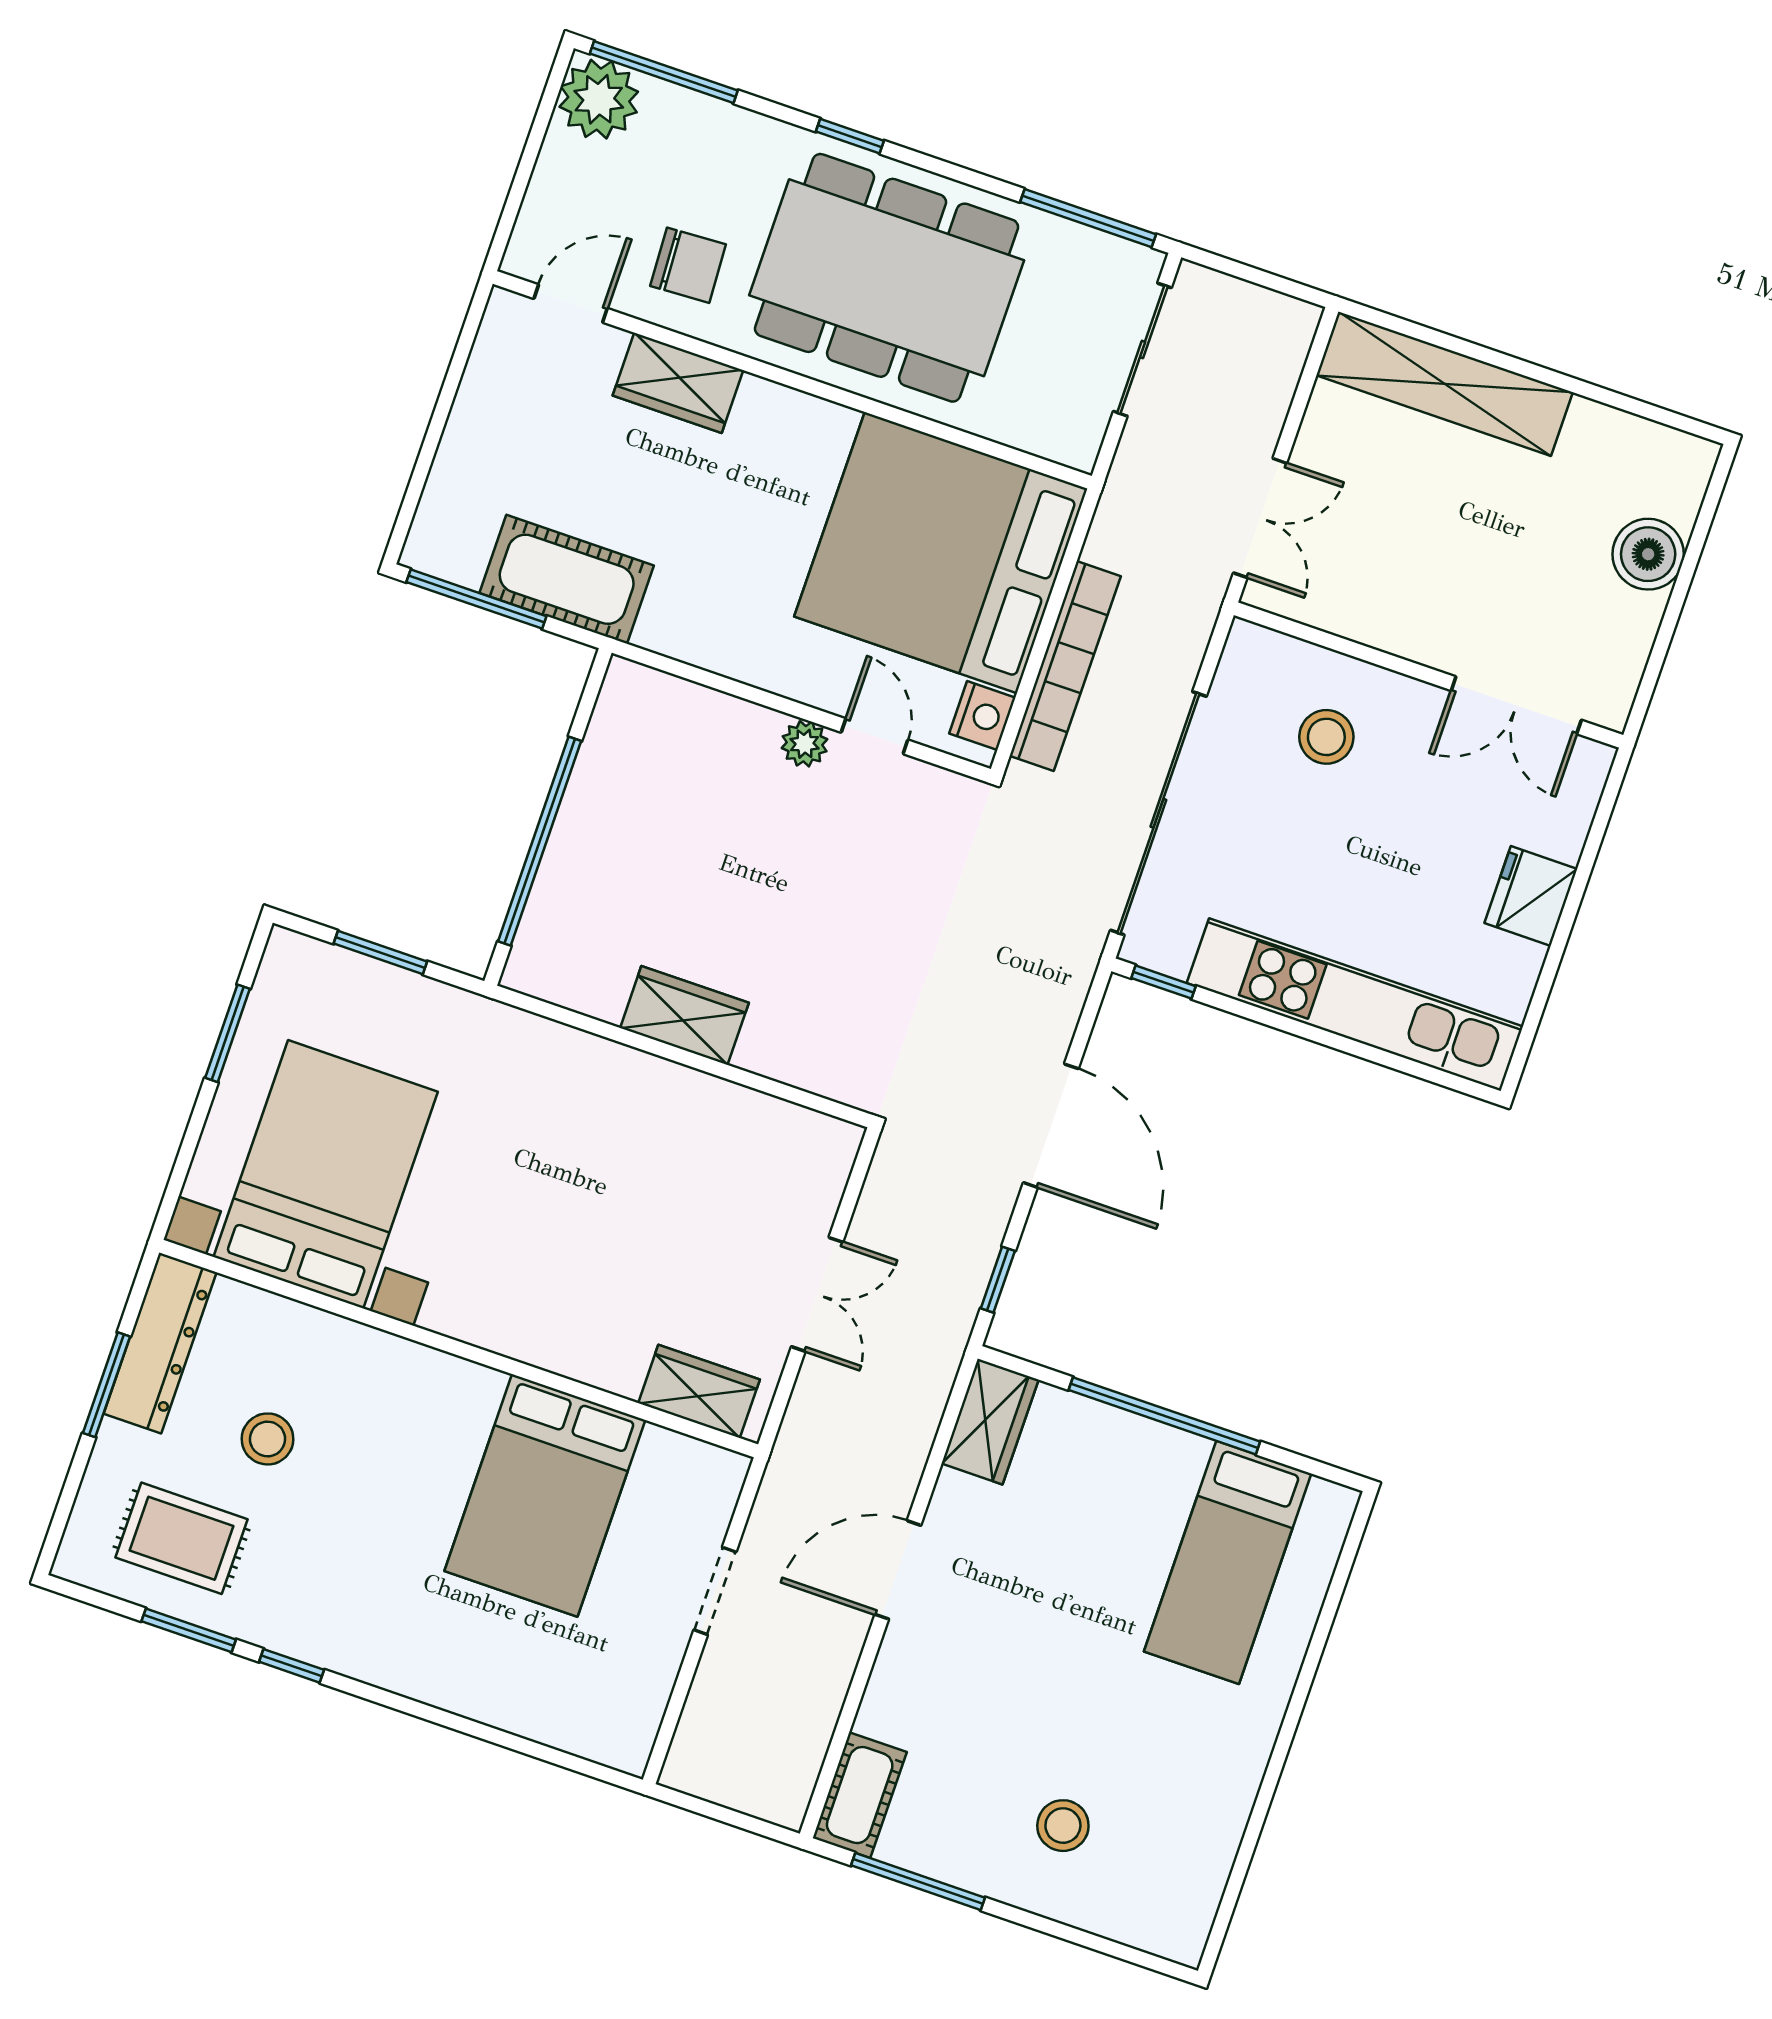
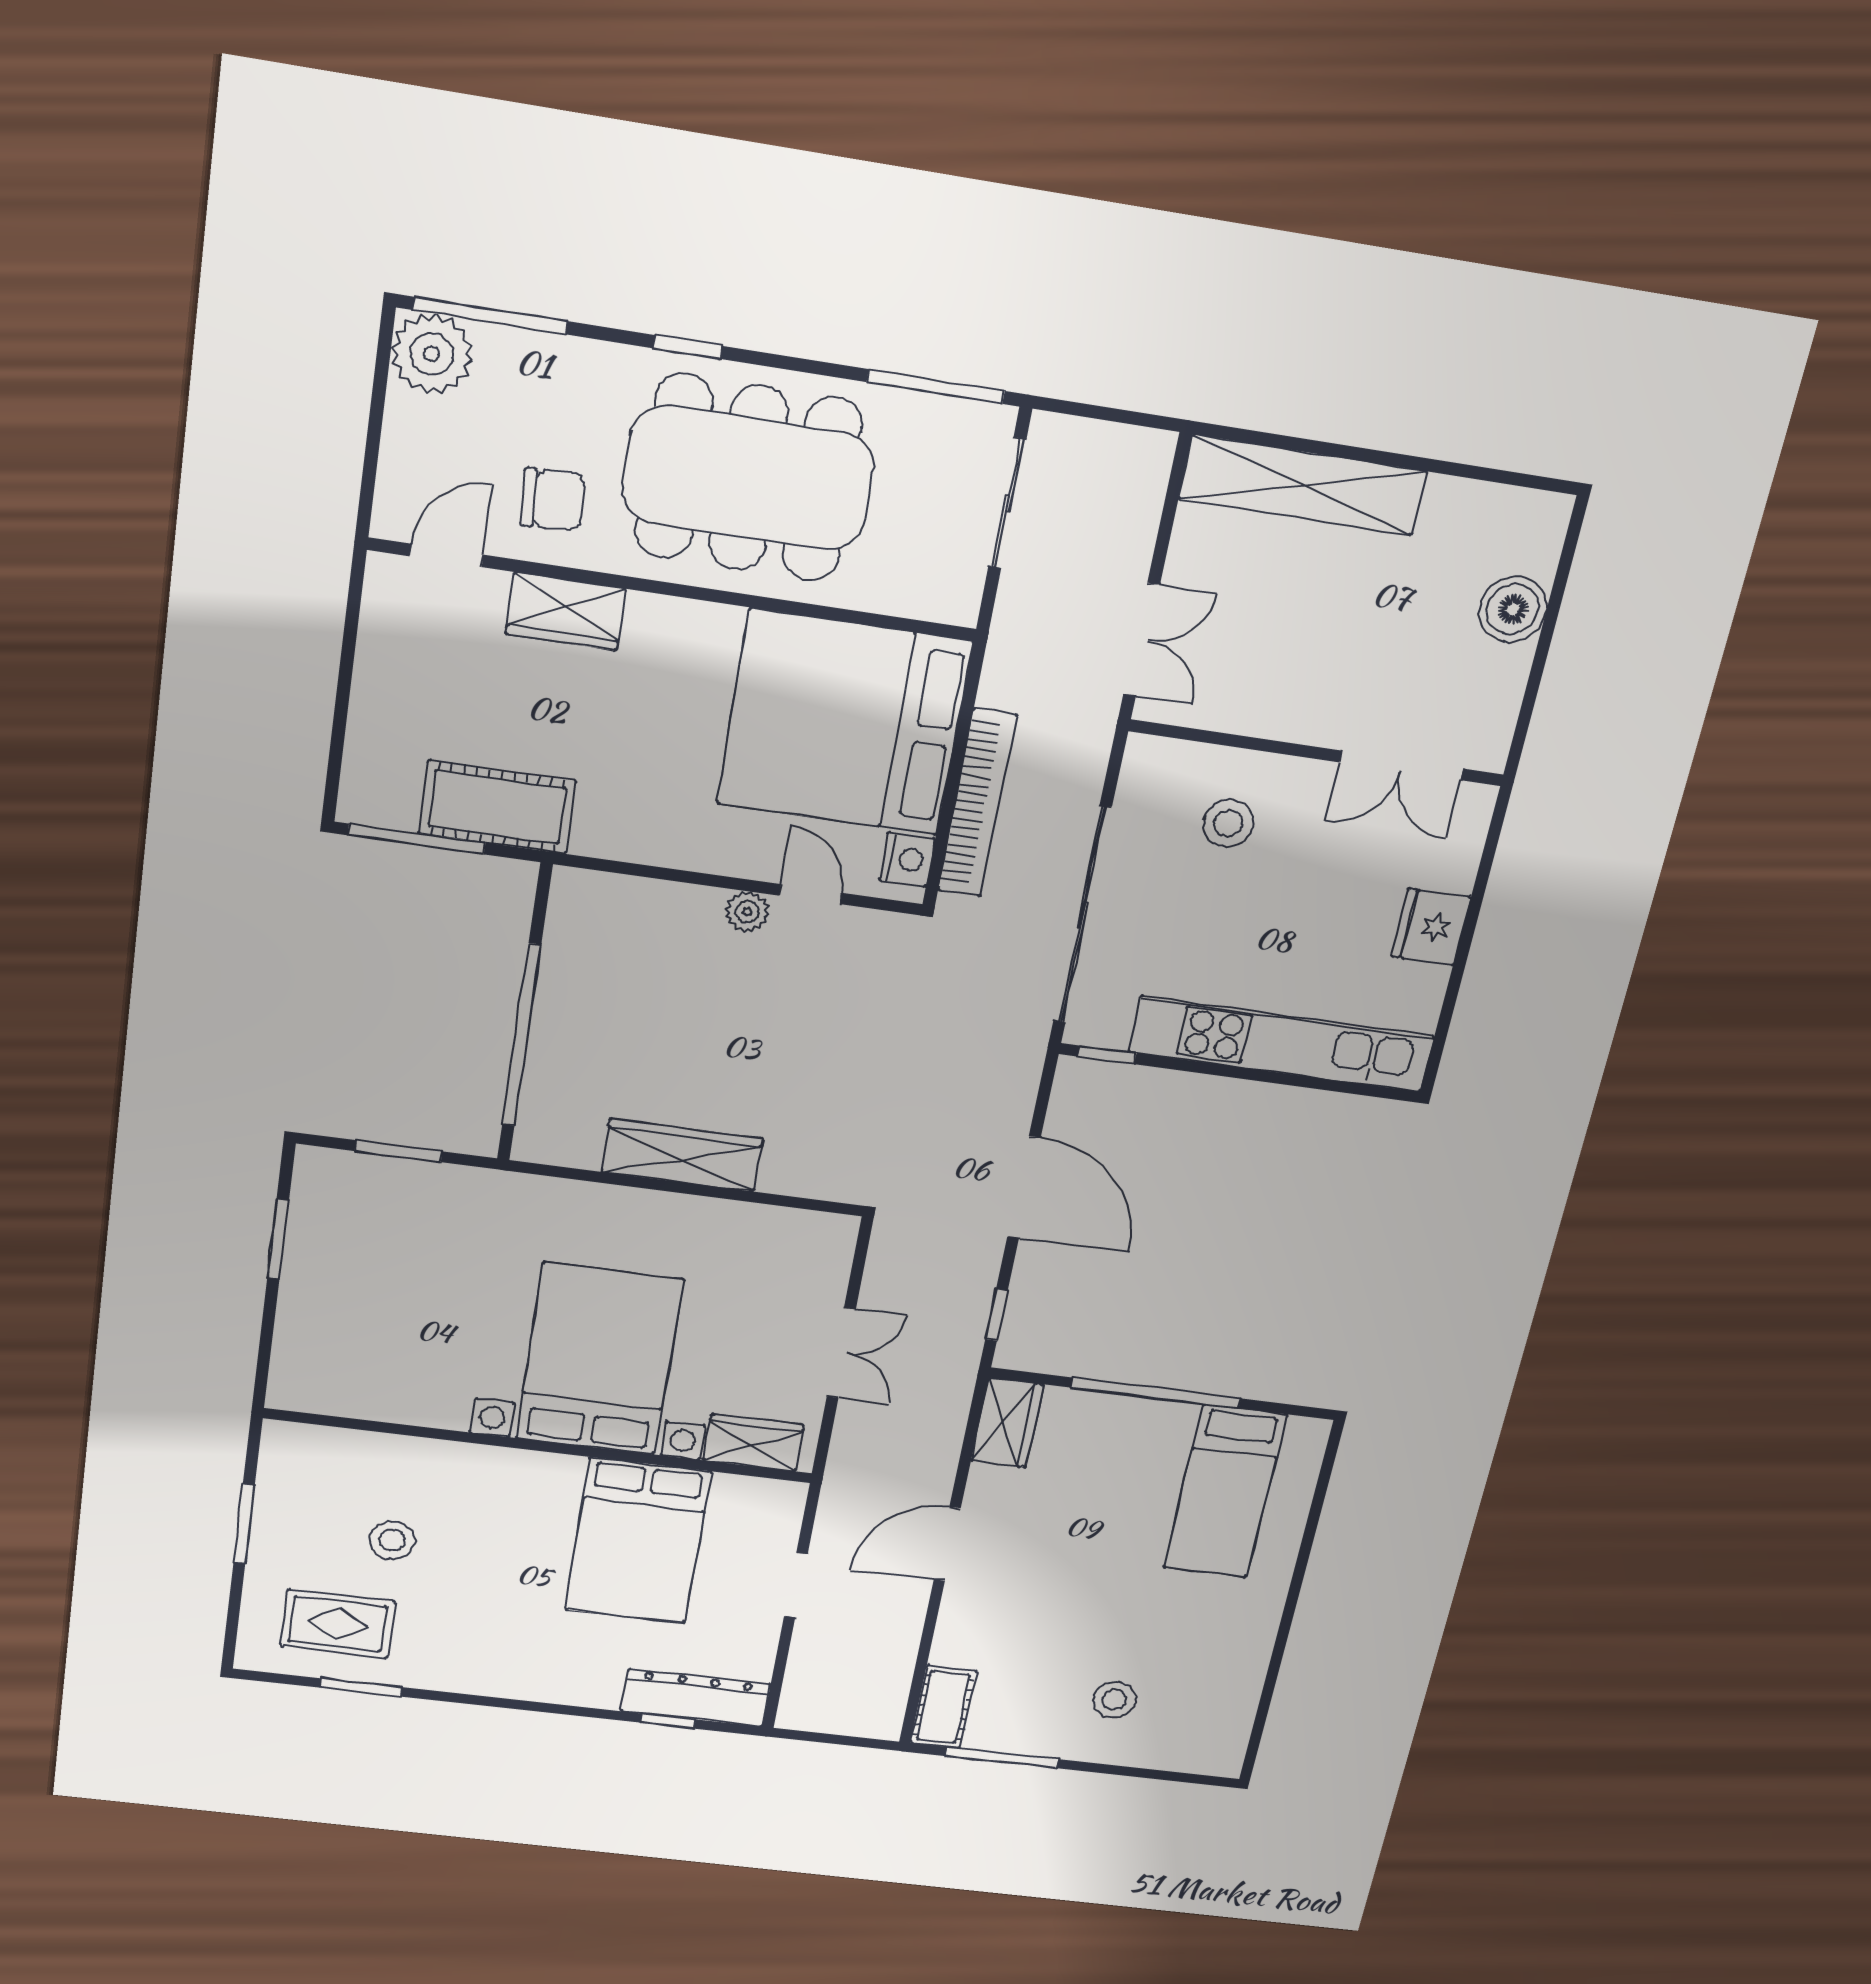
wardrobe: (684, 1015) -> (682, 1155), width x1.50
bed with nightstands: (326, 1174) -> (599, 1359), moved
dresser: (160, 1343) -> (696, 1698), moved, turned -90
window: (292, 1666) -> (668, 1721), moved

